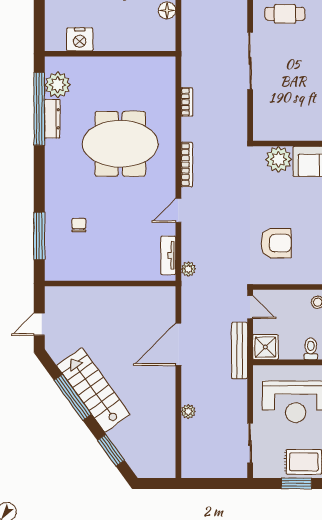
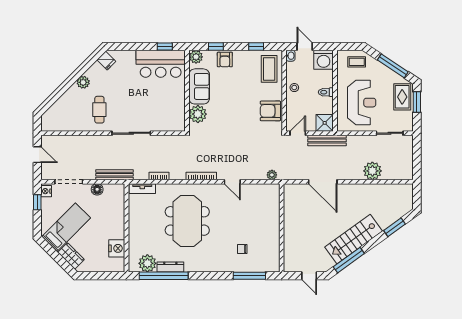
bench: (189, 36) -> (115, 175), added
armchair: (276, 243) -> (270, 111), moved, turned -90
tv unit: (168, 255) -> (142, 189), moved
window: (73, 397) -> (349, 260), moved
plant: (188, 412) -> (372, 171), width x1.87, depth x1.87

